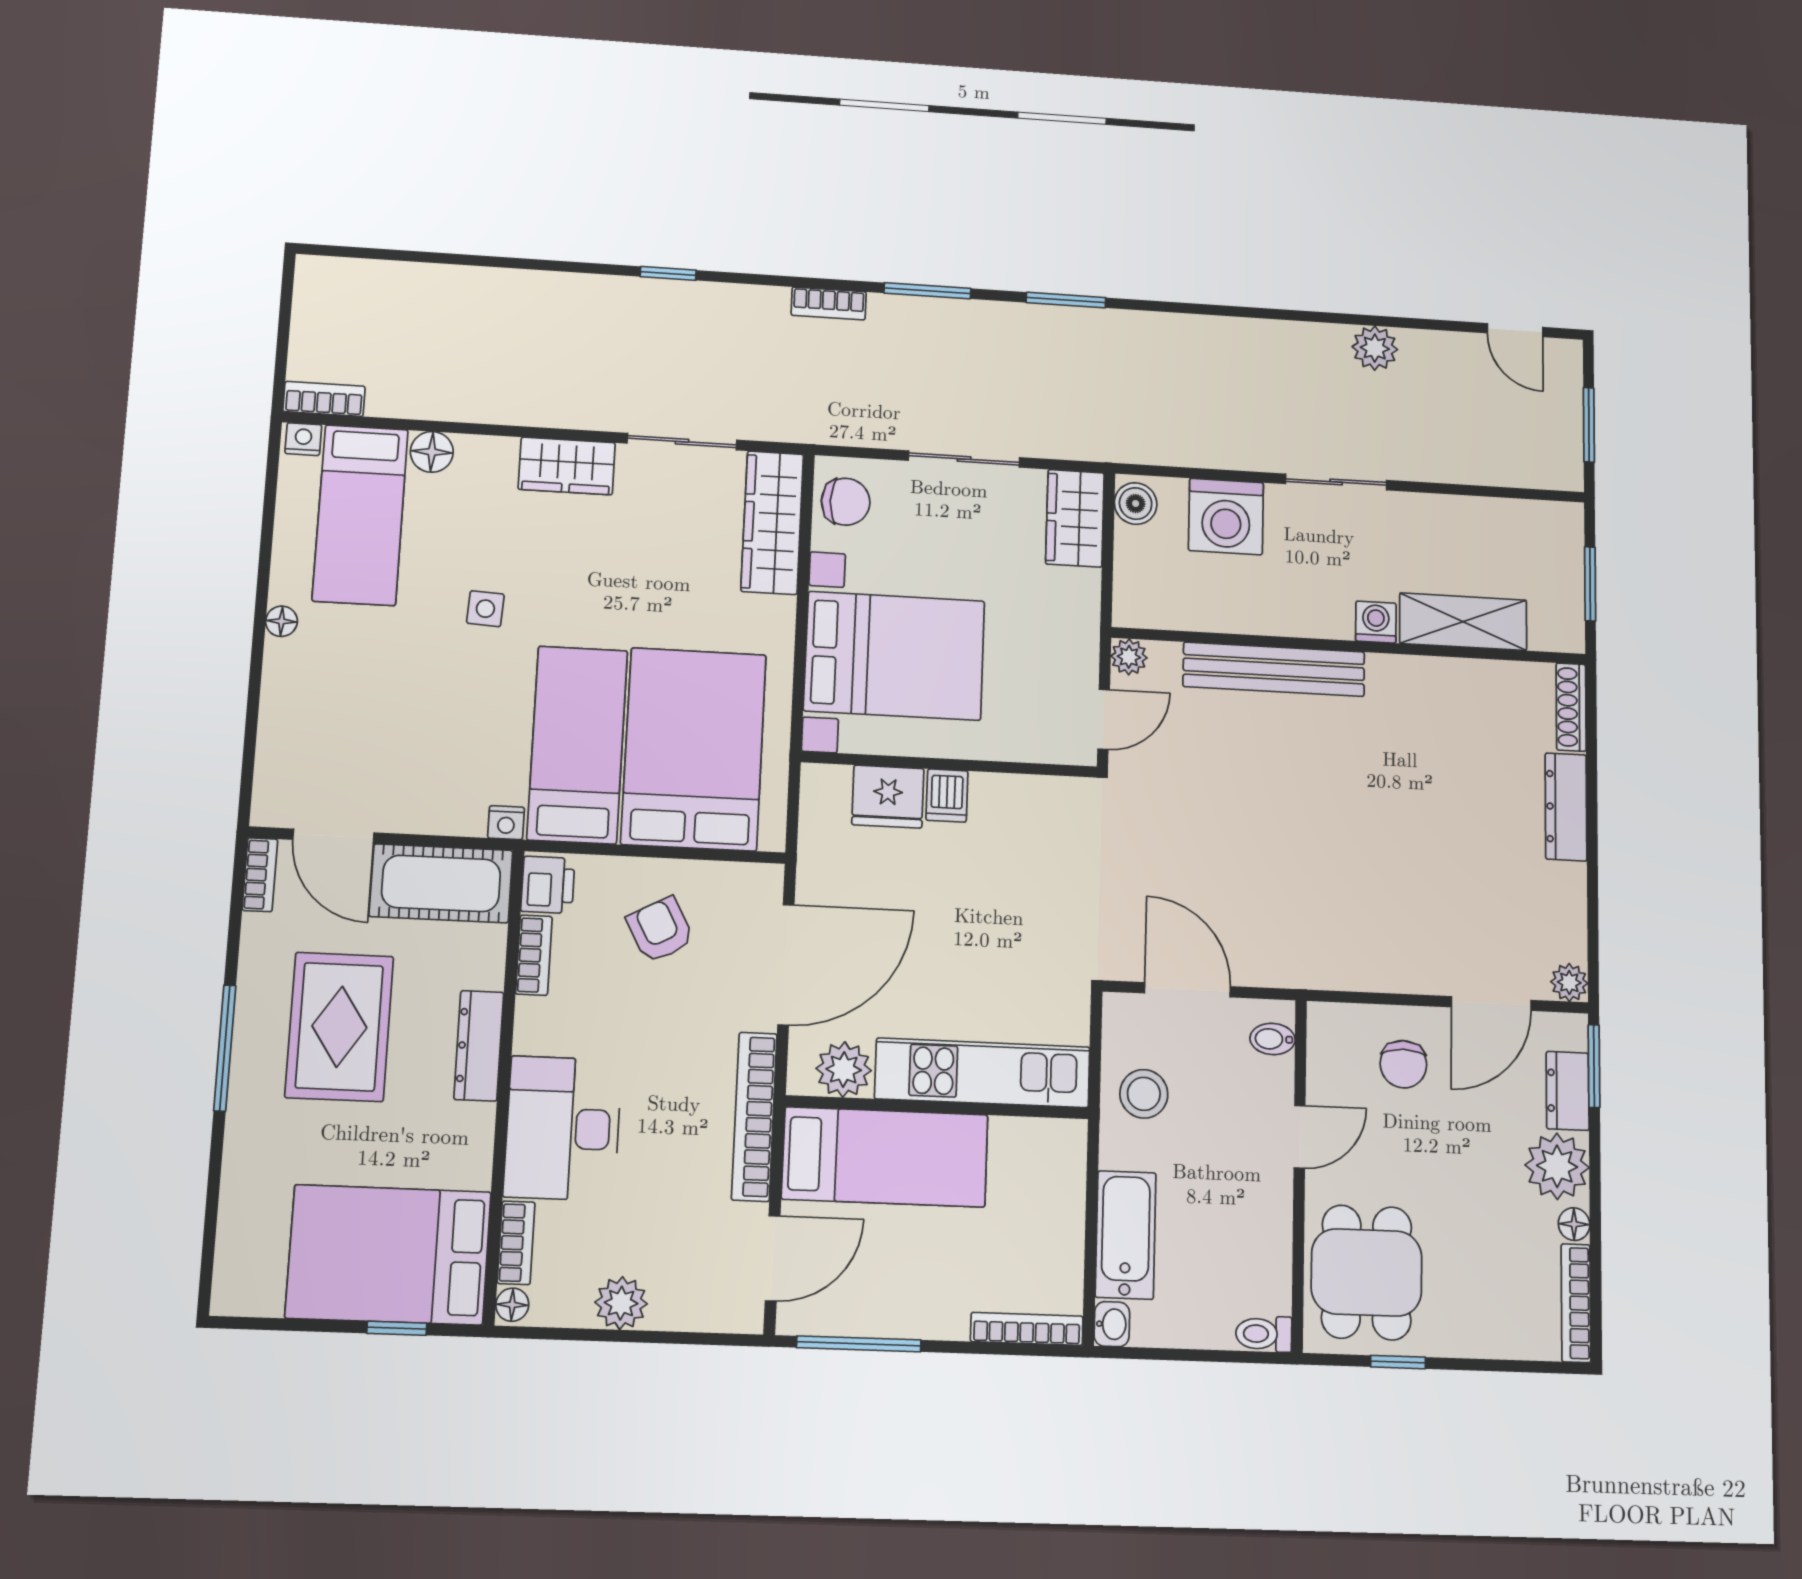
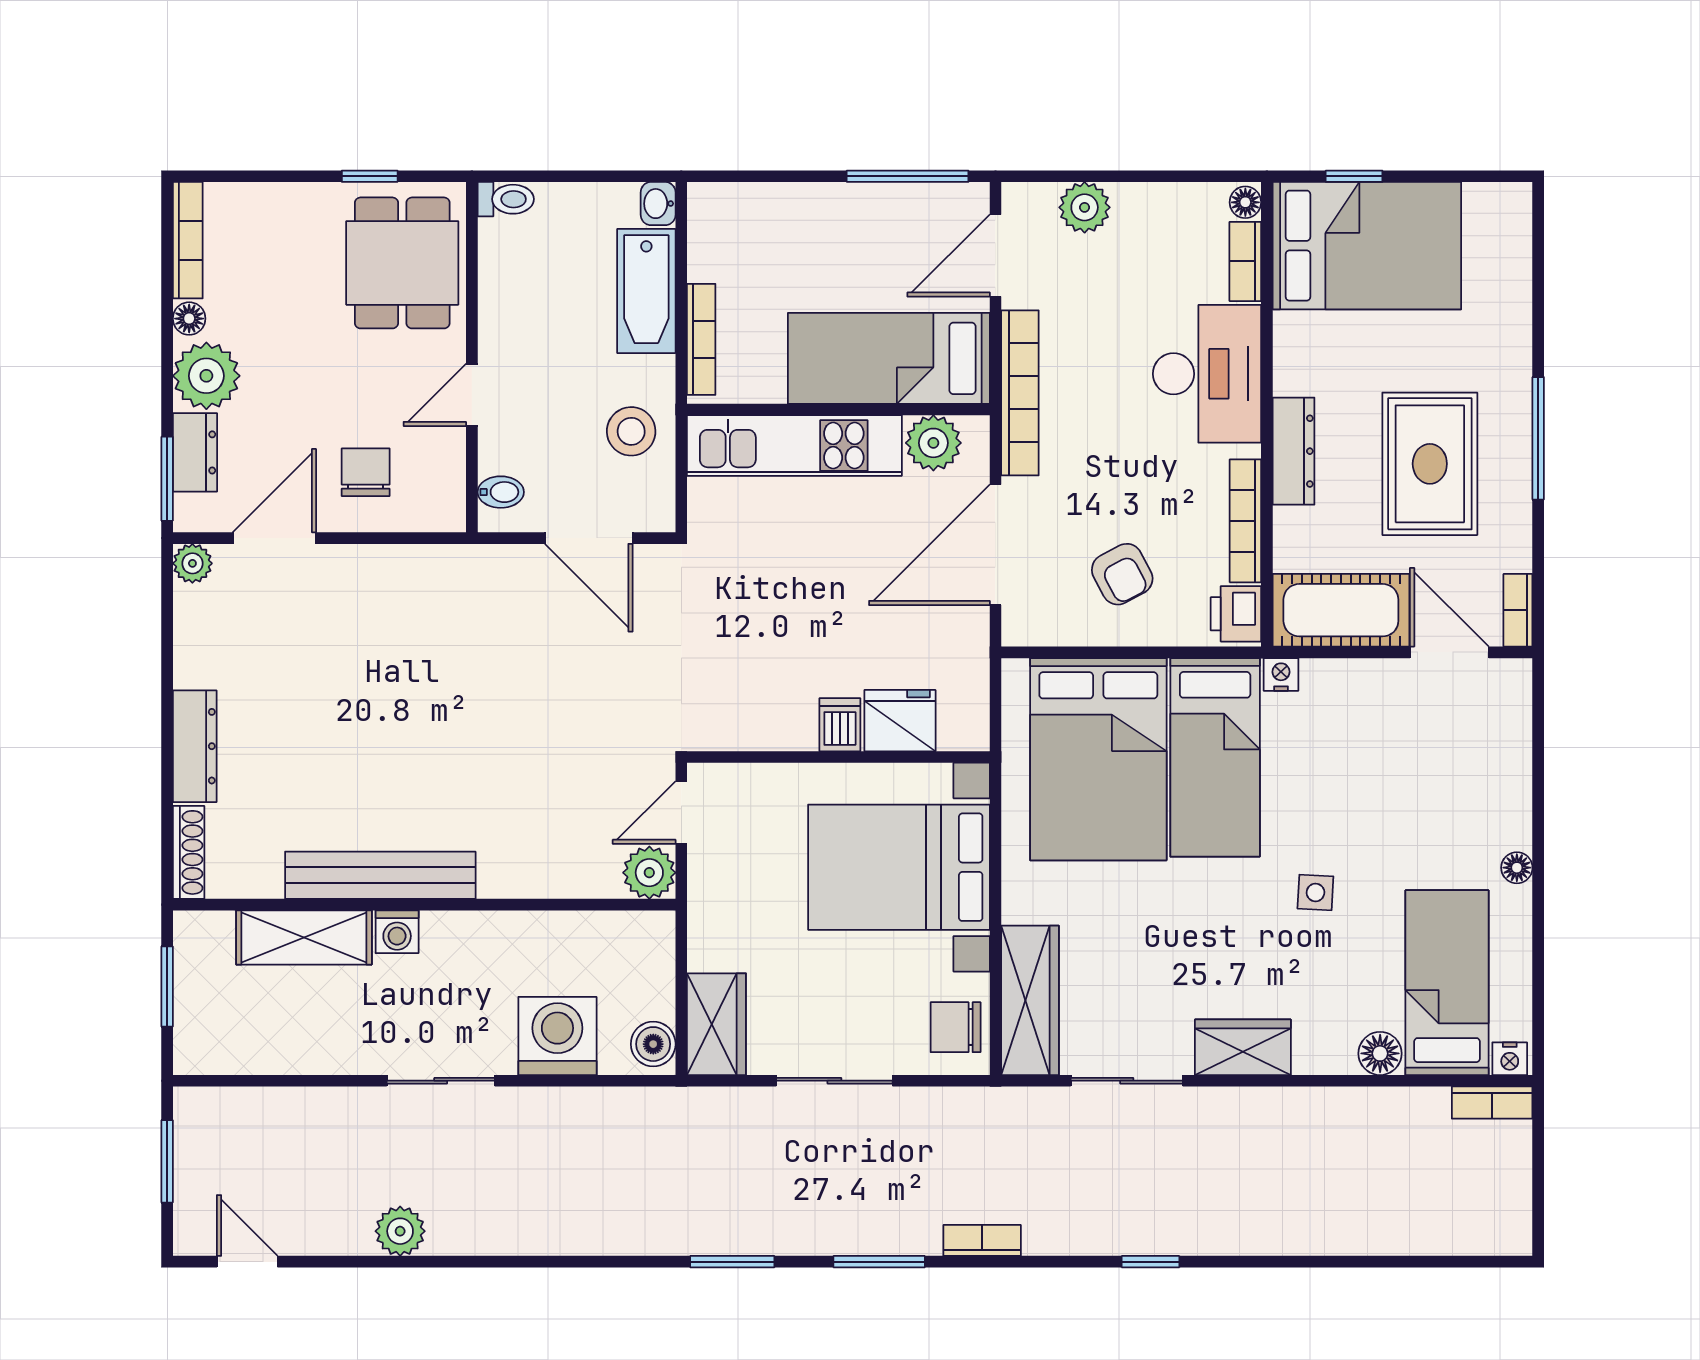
plant: (1129, 657) -> (649, 873), width x1.38, depth x1.38
bench: (1274, 669) -> (380, 875), moved
bookcase: (534, 955) -> (1245, 521), width x1.56
plant: (621, 1303) -> (1085, 207), moved
bookcase: (1027, 1329) -> (701, 339), moved, turned -90

